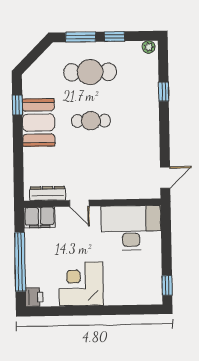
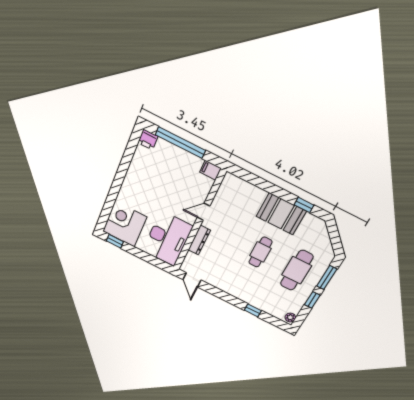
dresser: (48, 193) -> (199, 240), moved
filing cabinet: (40, 217) -> (211, 170), width x0.50
corner desk: (81, 284) -> (125, 224), moved, turned -90

